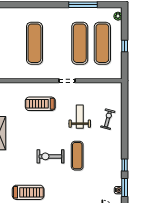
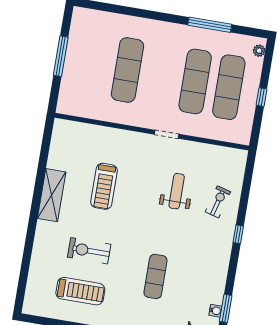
treadmill: (40, 104) -> (104, 186), moved, turned -90
exercise bike: (50, 156) -> (89, 251), moved
exercise mat: (77, 156) -> (155, 276), moved
window: (125, 165) -> (238, 234), moved

